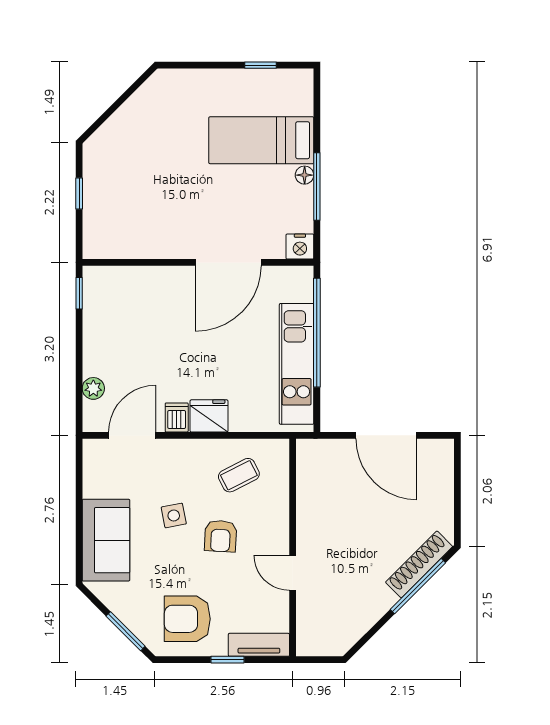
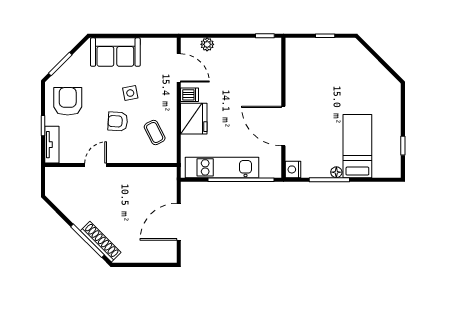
fridge: (209, 416) -> (194, 119), width x1.36, depth x1.34

